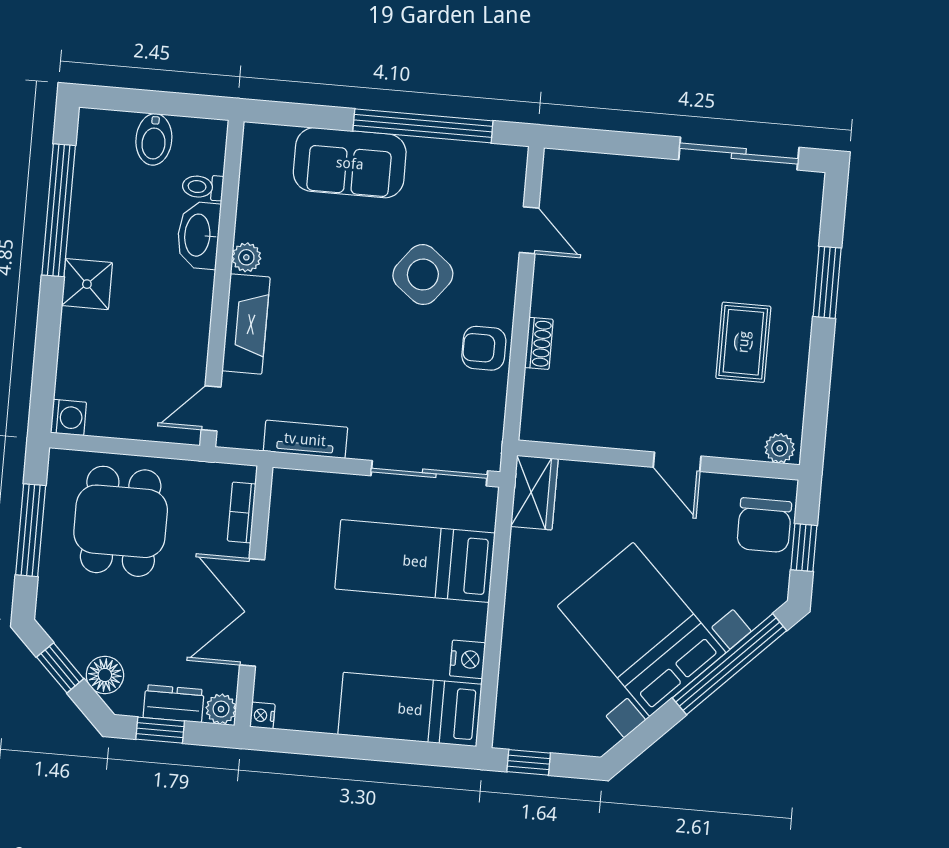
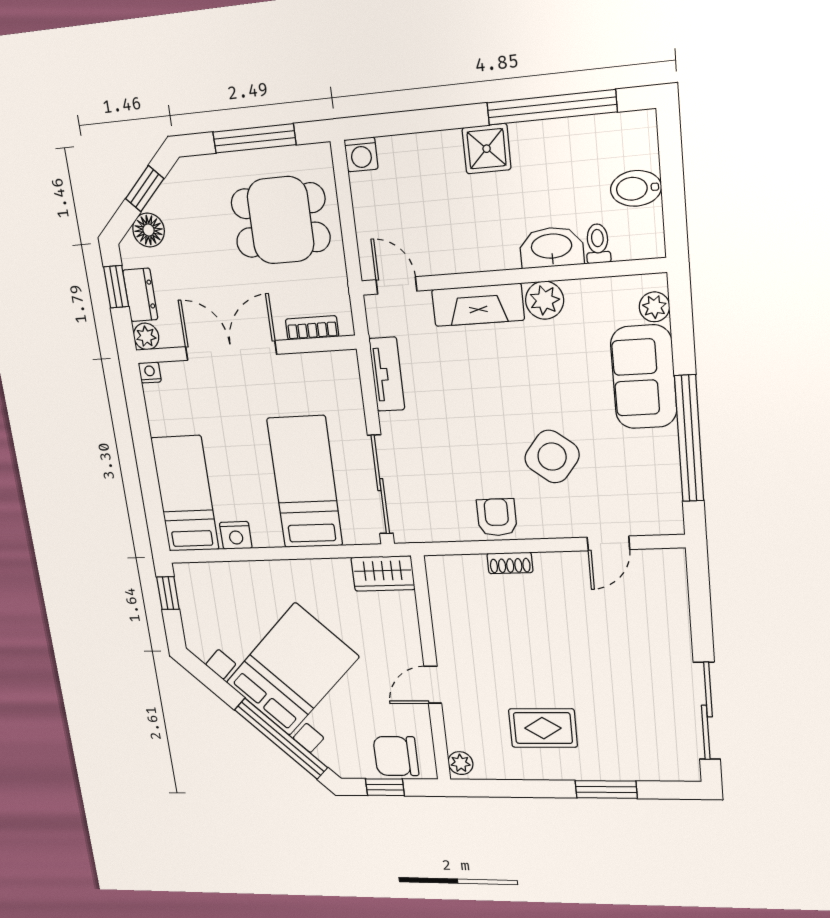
plant: (277, 140) -> (654, 307), added
plant: (246, 257) -> (545, 300), width x1.38, depth x1.38

